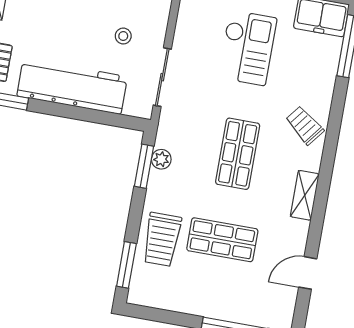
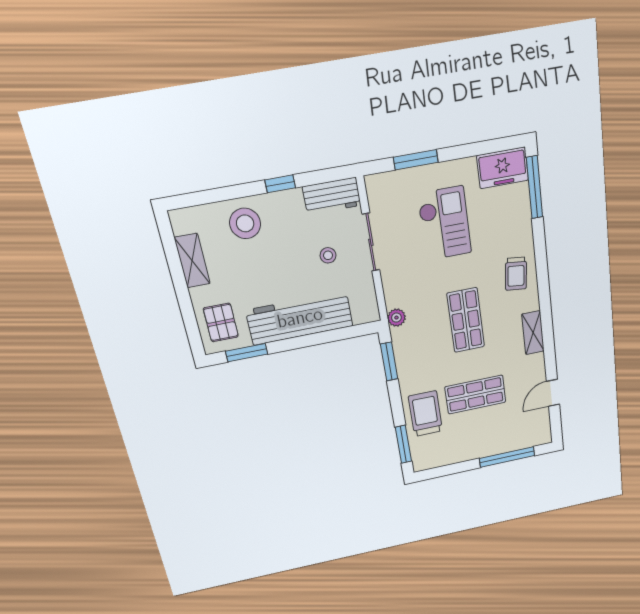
sliding door: (162, 77) -> (371, 242), moved
trolley: (305, 125) -> (516, 274), turned -122
plant: (161, 159) -> (396, 318), moved
trolley: (162, 239) -> (425, 414), turned 180

